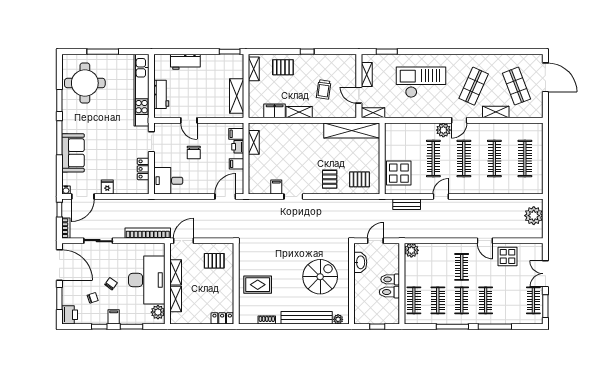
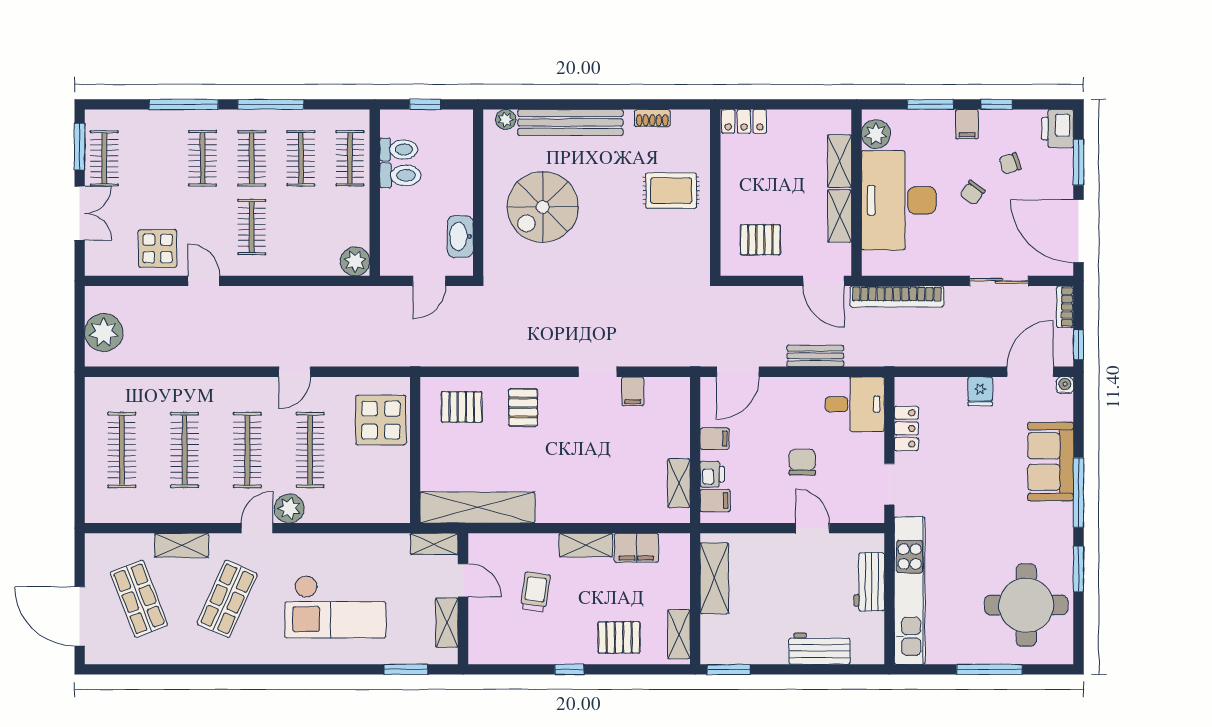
bench: (407, 204) -> (815, 356), moved
door: (183, 241) -> (823, 281), hinge flipped
toilet: (390, 279) -> (399, 149), moved

